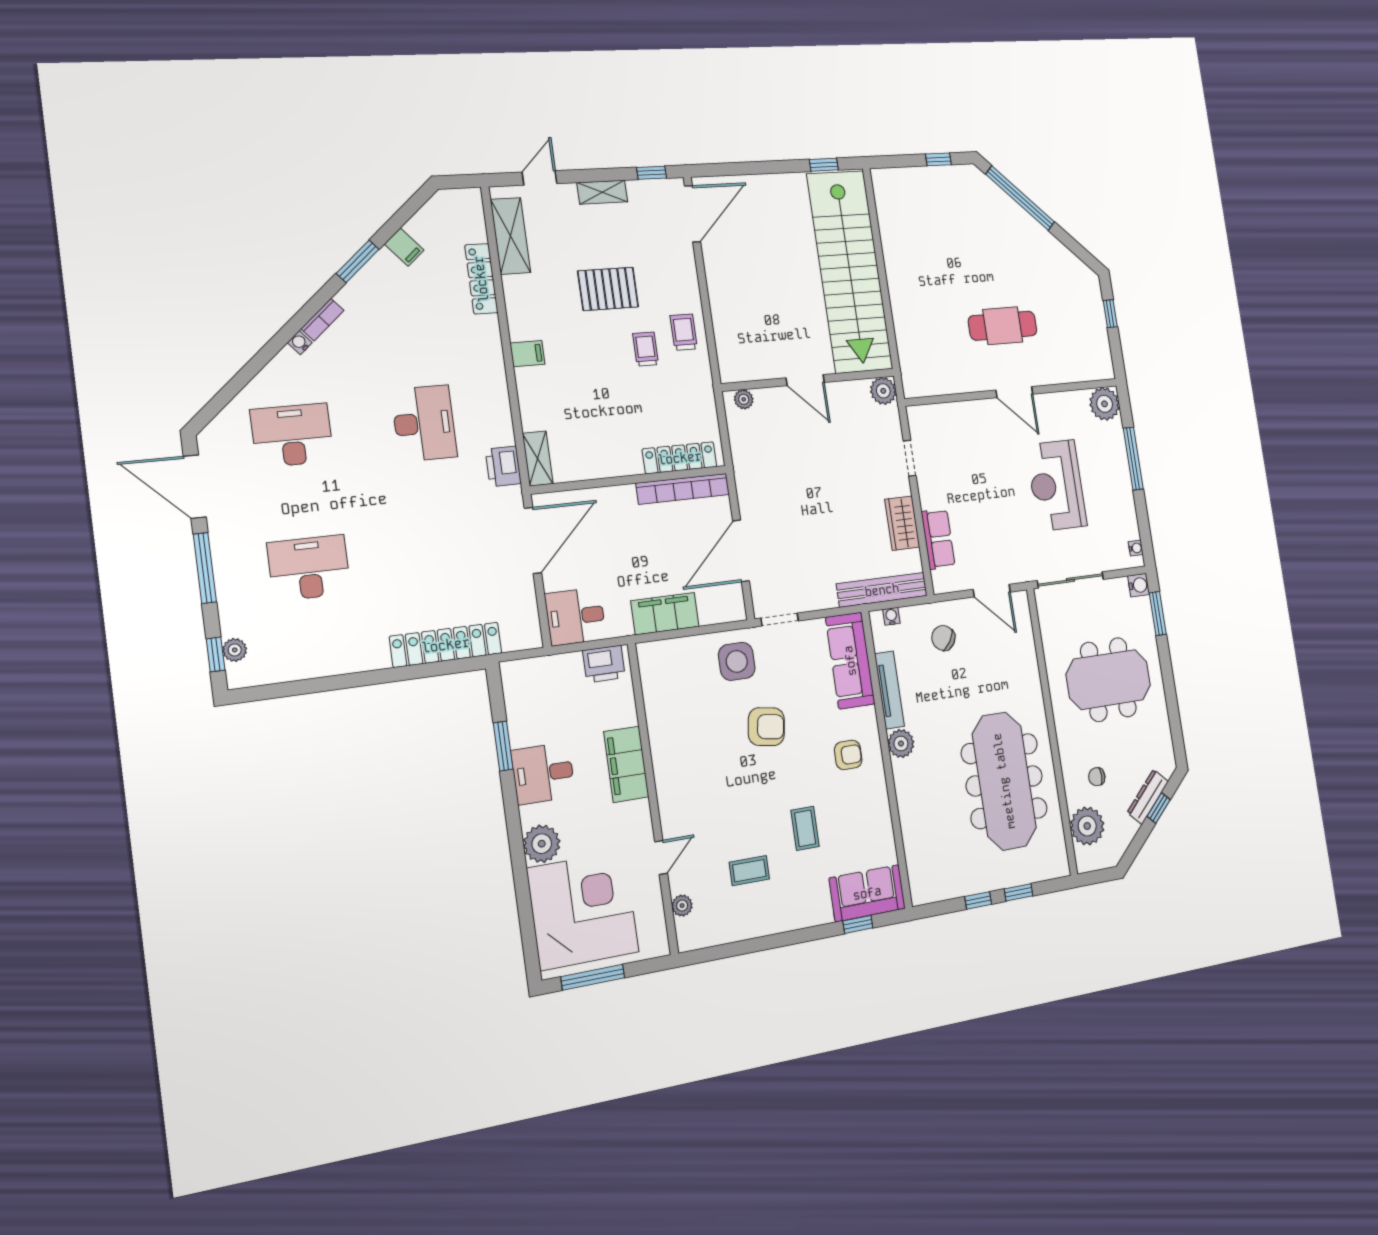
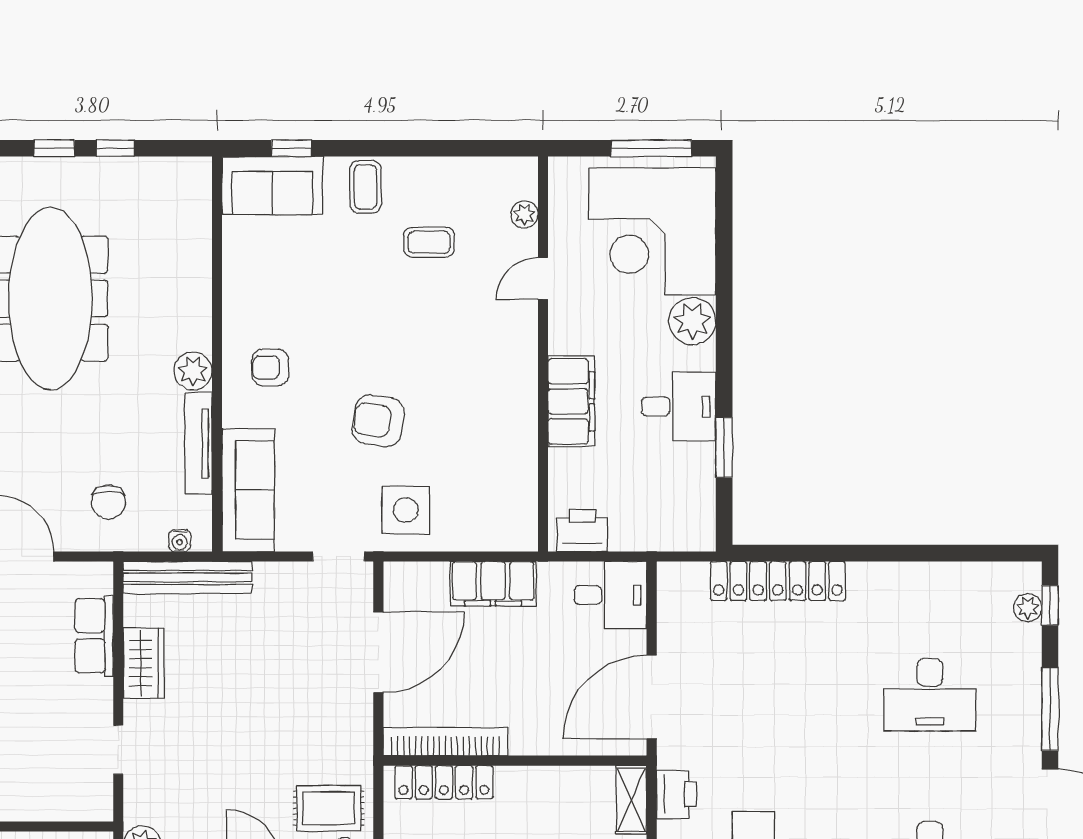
rug: (759, 430) -> (329, 808), added
chair: (943, 638) -> (108, 502), turned 56
coffee table: (805, 828) -> (365, 187), moved

